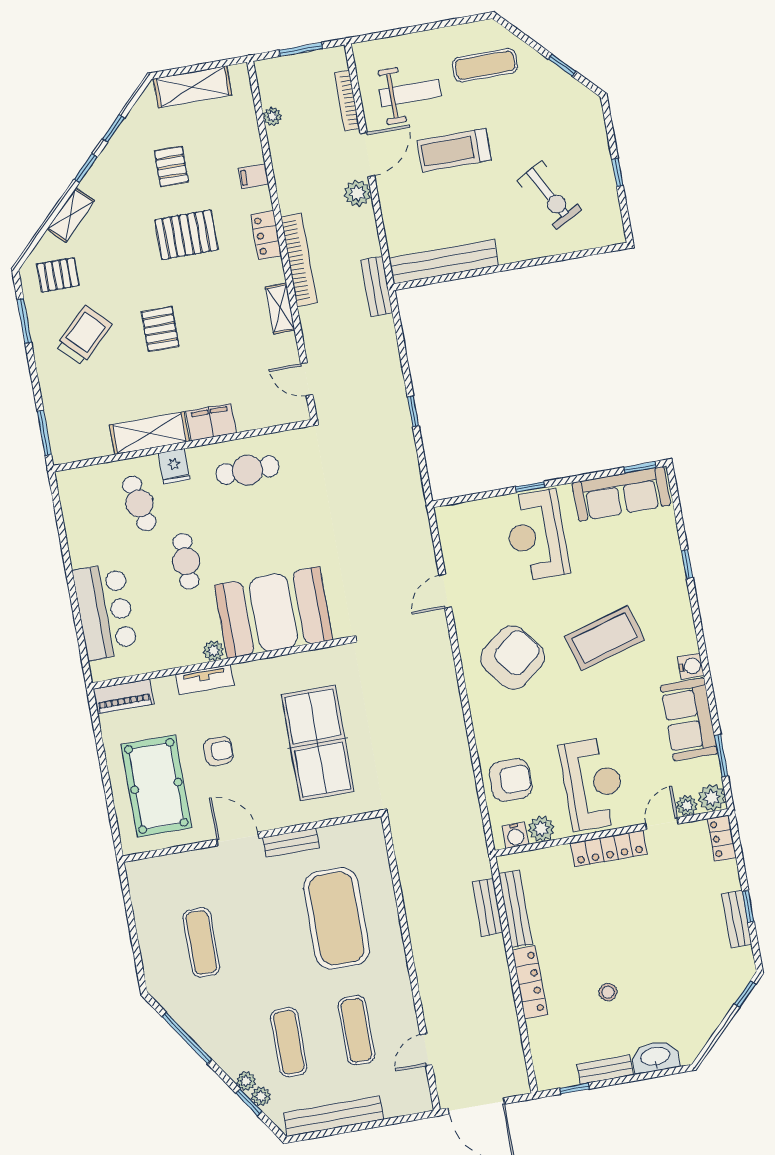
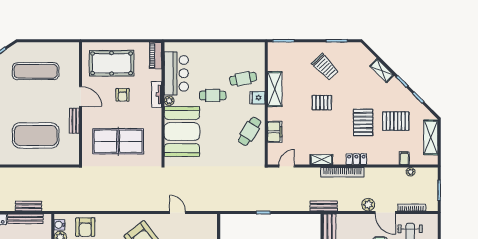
pallet: (171, 167) -> (396, 121), width x1.50, depth x1.42
filing cabinet: (253, 176) -> (404, 158), moved
pallet: (58, 275) -> (355, 60), removed
filing cabinet: (211, 422) -> (275, 132), moved
cafe table: (247, 470) -> (250, 131), turned 32
bar counter: (105, 611) -> (176, 73), moved, turned -90
door: (238, 839) -> (81, 97), hinge flipped
exercise mat: (201, 942) -> (36, 71), width x1.36, depth x1.45

